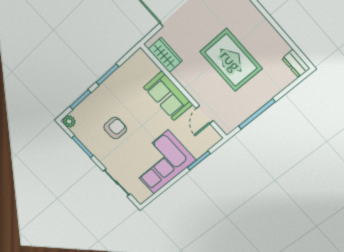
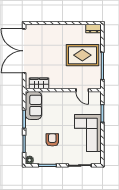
rug: (231, 60) -> (82, 55), moved
sofa: (168, 96) -> (34, 105), moved, turned -90

